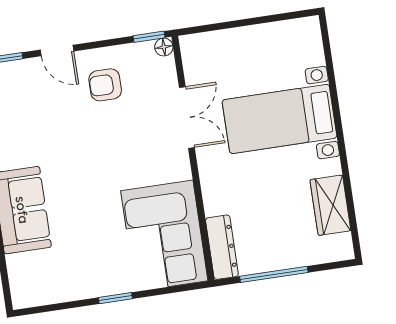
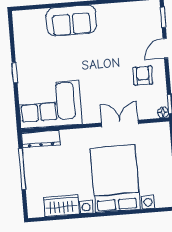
double door: (187, 118) -> (120, 123), swing flipped
bed with nightstands: (280, 119) -> (115, 179), width x1.36

